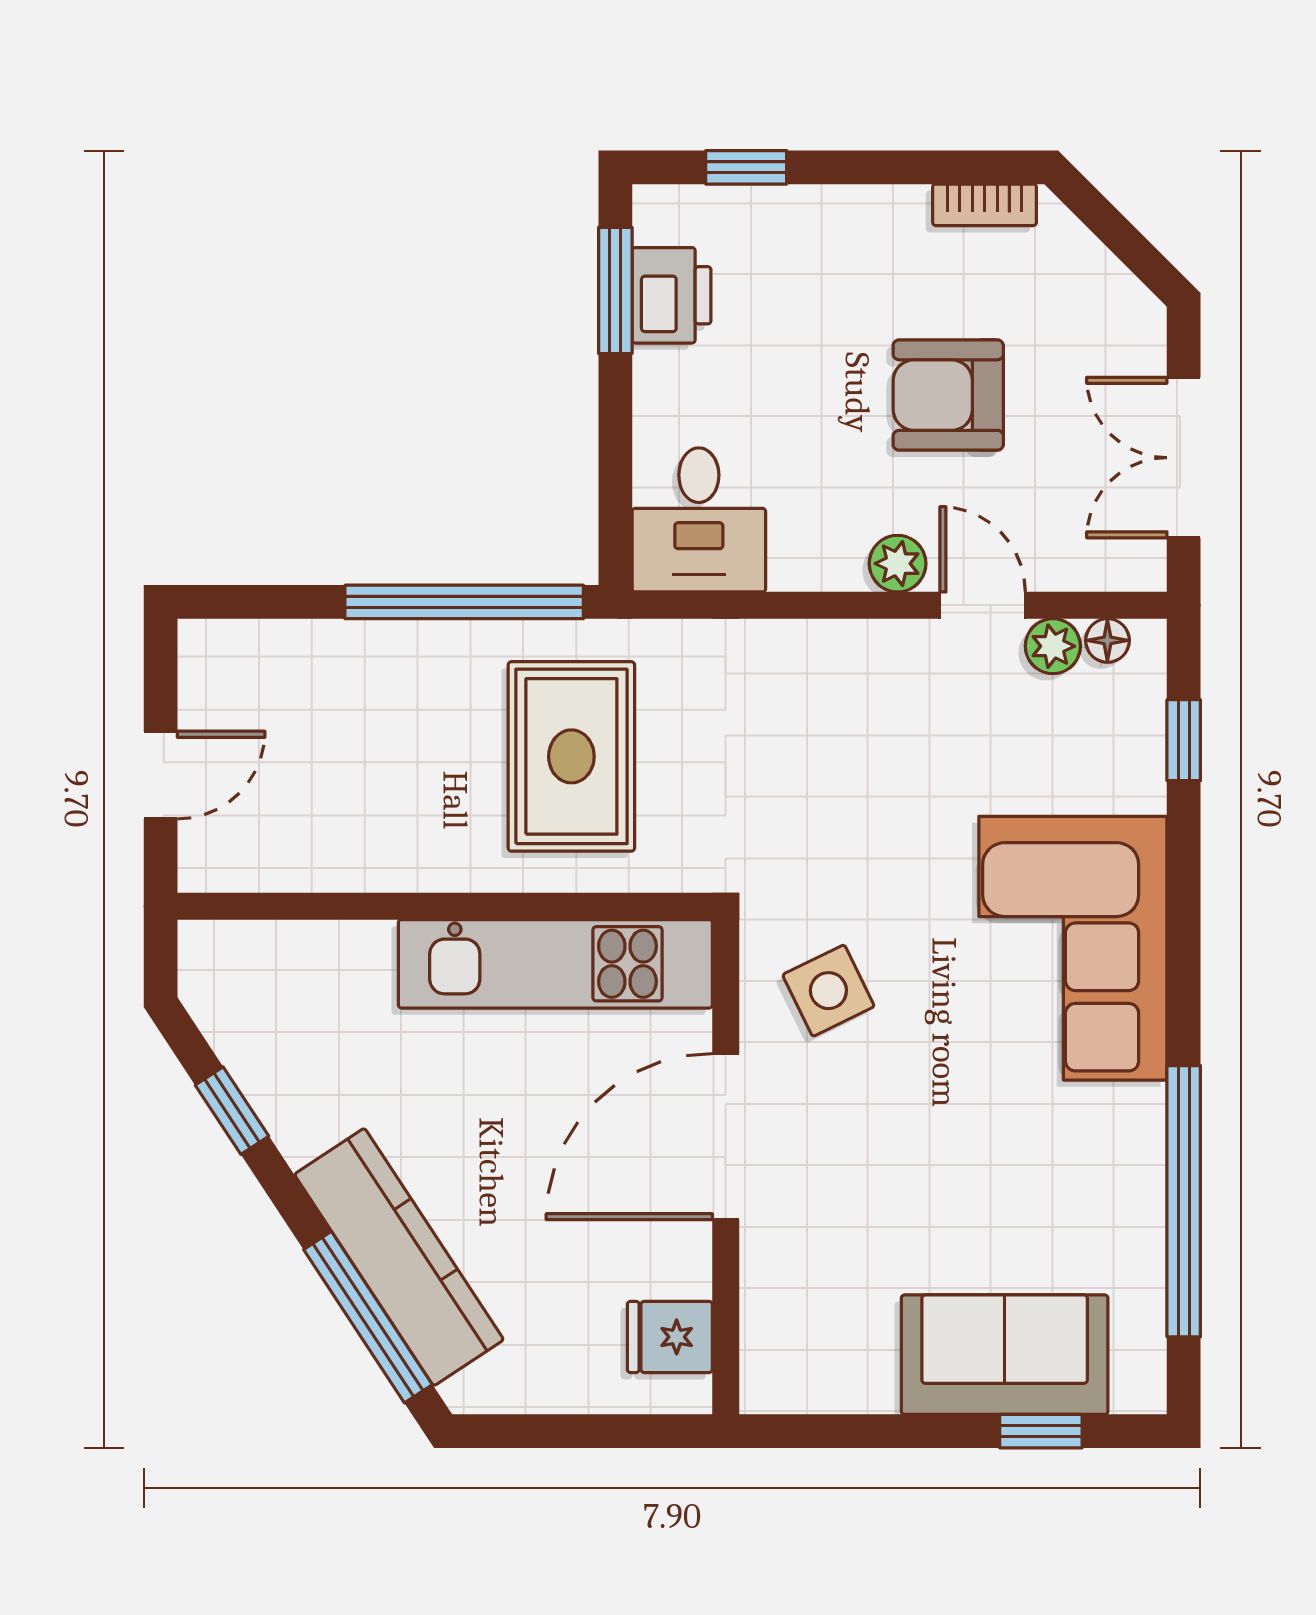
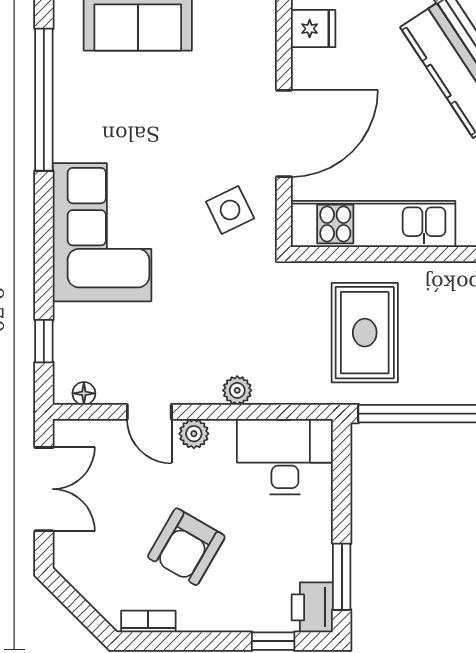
printer: (671, 295) -> (312, 607), moved
armchair: (948, 395) -> (186, 547), moved, turned 120
desk: (699, 520) -> (285, 457), width x1.37
plant: (1053, 646) -> (237, 390), moved

